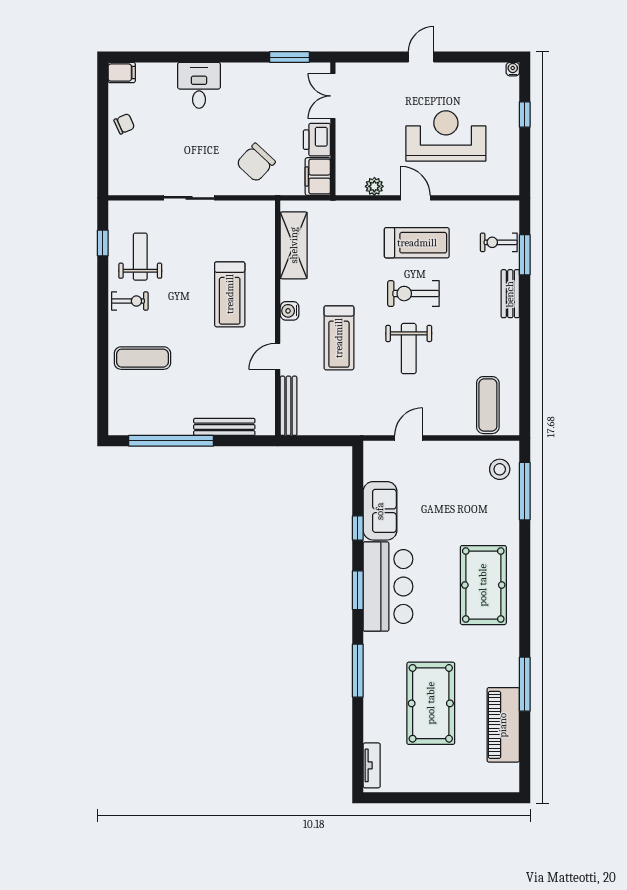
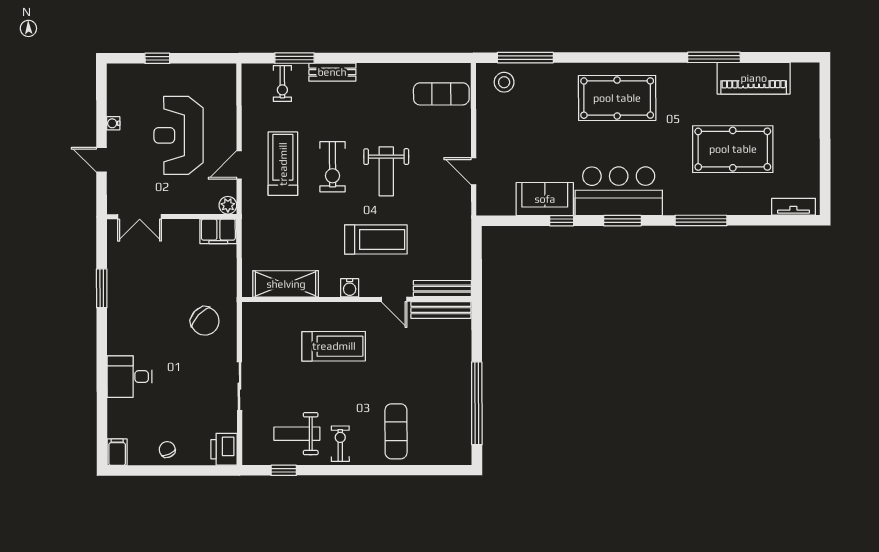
water cooler: (513, 69) -> (113, 123), moved
double door: (333, 96) -> (140, 217), moved
wall: (333, 129) -> (172, 217), moved
printer: (317, 140) -> (224, 449), moved, turned 90
filing cabinet: (318, 177) -> (218, 231), moved
weight bench: (409, 349) -> (386, 171), turned 90
bench: (224, 427) -> (441, 310), moved, turned 90

